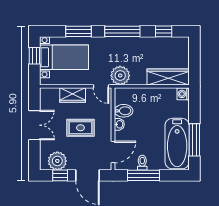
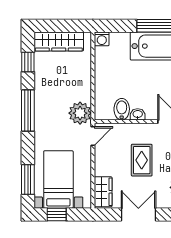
window: (79, 31) -> (28, 180), moved
wardrobe: (168, 77) -> (59, 41), moved, turned -90
wardrobe: (73, 95) -> (103, 192), moved

